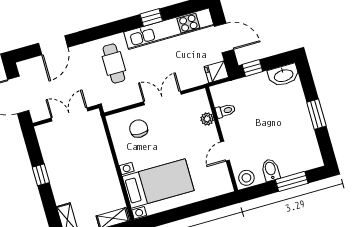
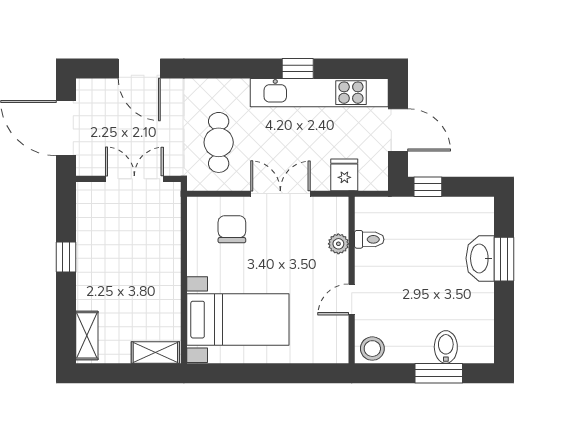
door: (53, 45) -> (139, 68), hinge flipped
cafe table: (114, 64) -> (219, 142), moved
fridge: (216, 72) -> (344, 175), moved, turned 90
washbasin: (284, 75) -> (480, 258), moved, turned 90
window: (316, 114) -> (504, 259), moved
bidet: (271, 170) -> (446, 347), moved

